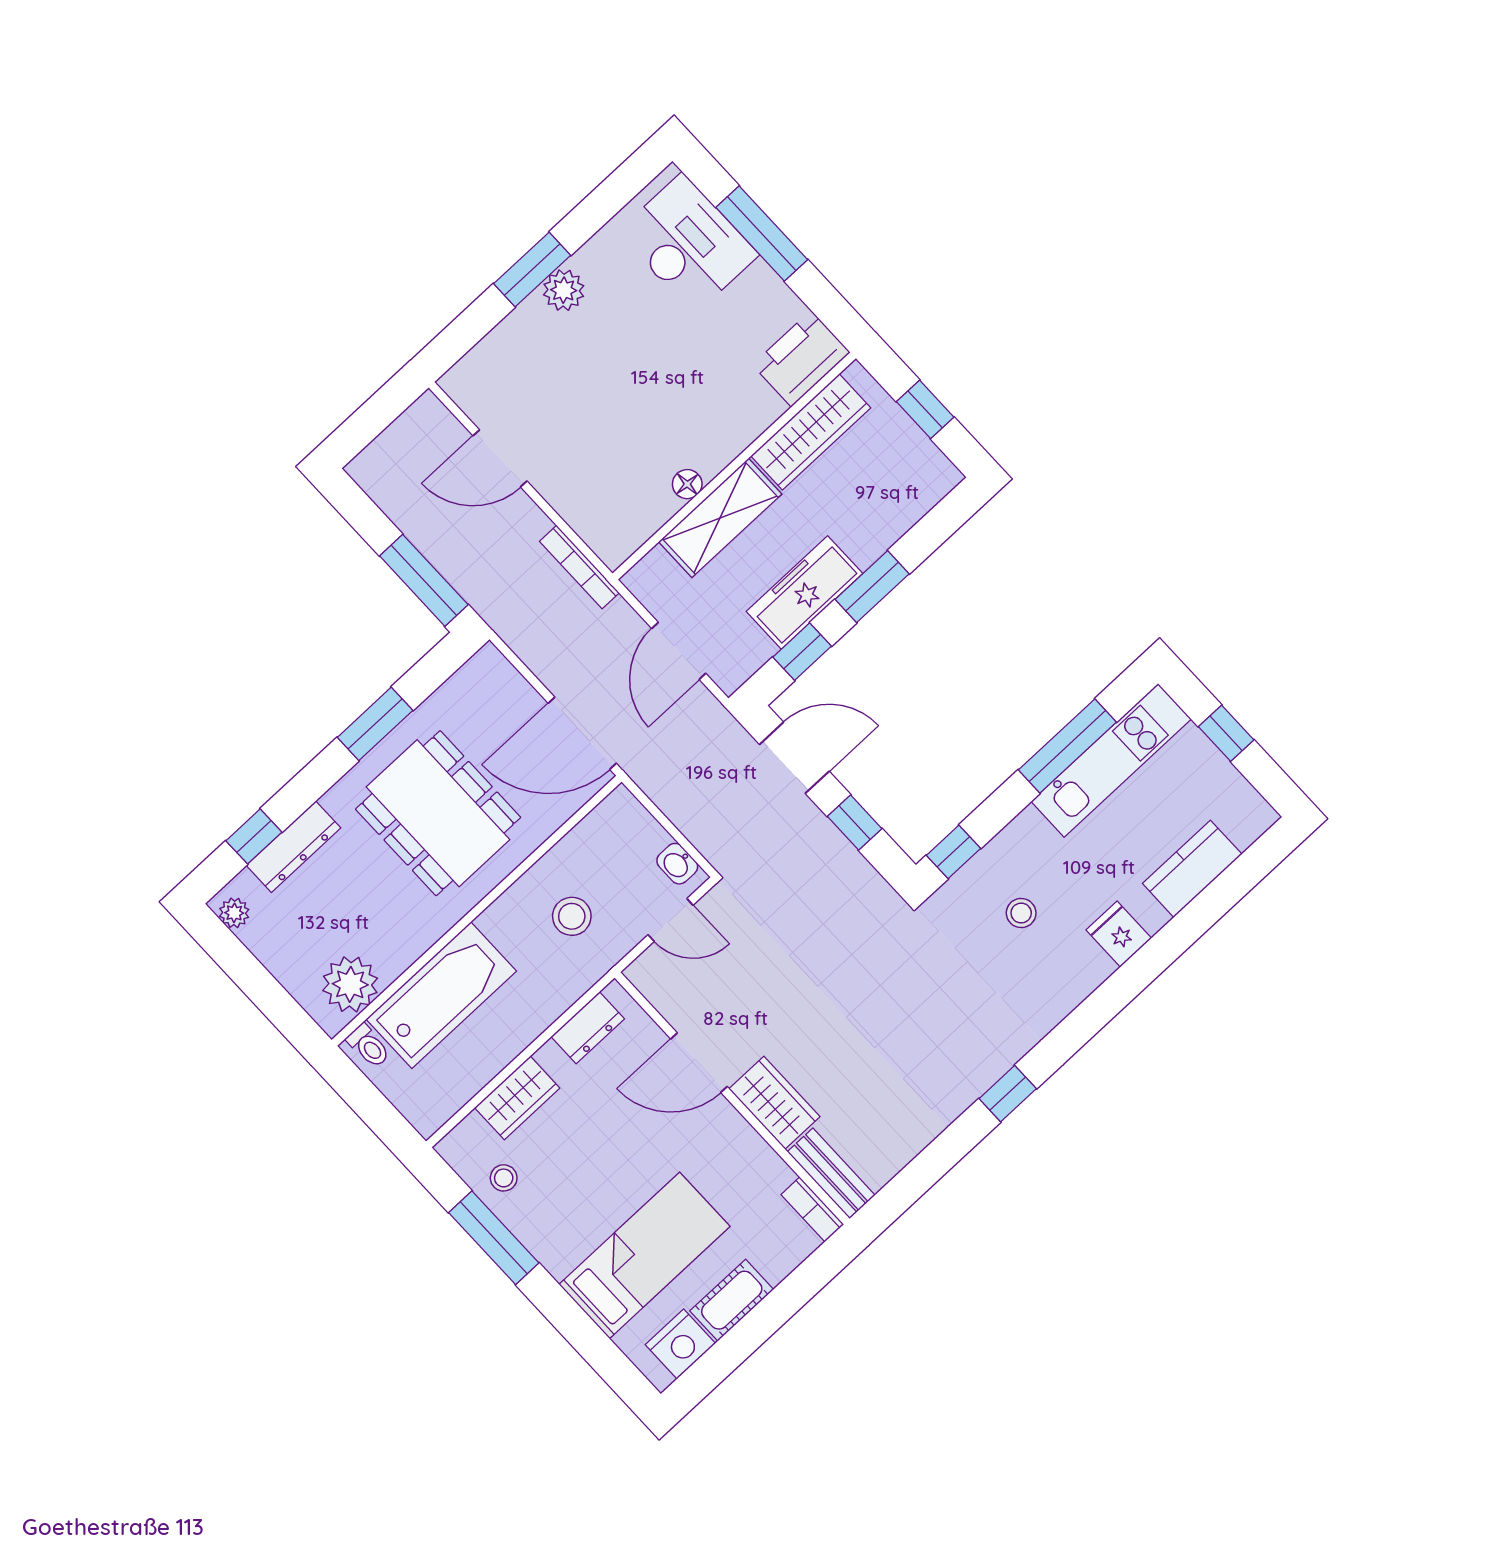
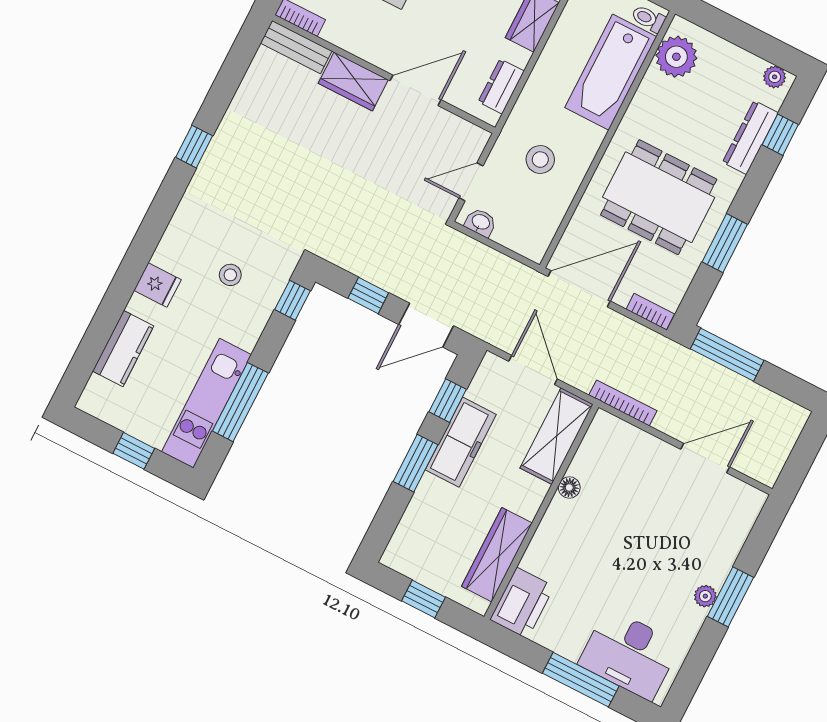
plant: (564, 290) -> (705, 596), width x0.73, depth x0.73
shelving: (720, 518) -> (557, 436), moved
bookcase: (502, 671) -> (650, 312), added

